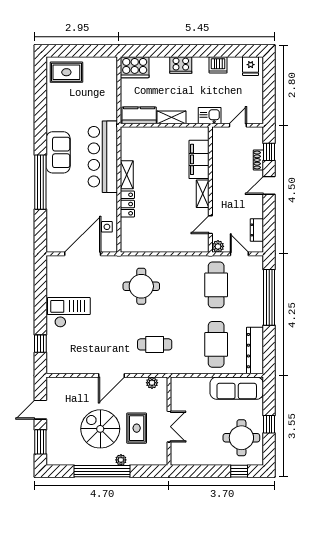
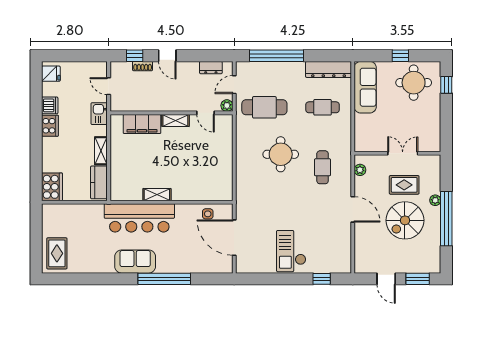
cooker: (181, 65) -> (50, 126), moved
locker: (127, 204) -> (186, 194), removed
round table: (141, 286) -> (281, 154), moved
cafe table: (216, 344) -> (323, 107), width x0.73, depth x0.74

